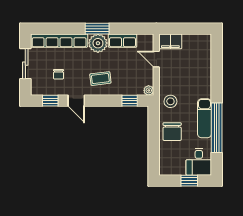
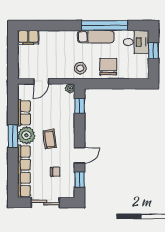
filing cabinet: (170, 41) -> (28, 37), moved, turned 90
coffee table: (100, 79) -> (50, 139), moved
chair: (172, 132) -> (108, 67), turned -90

